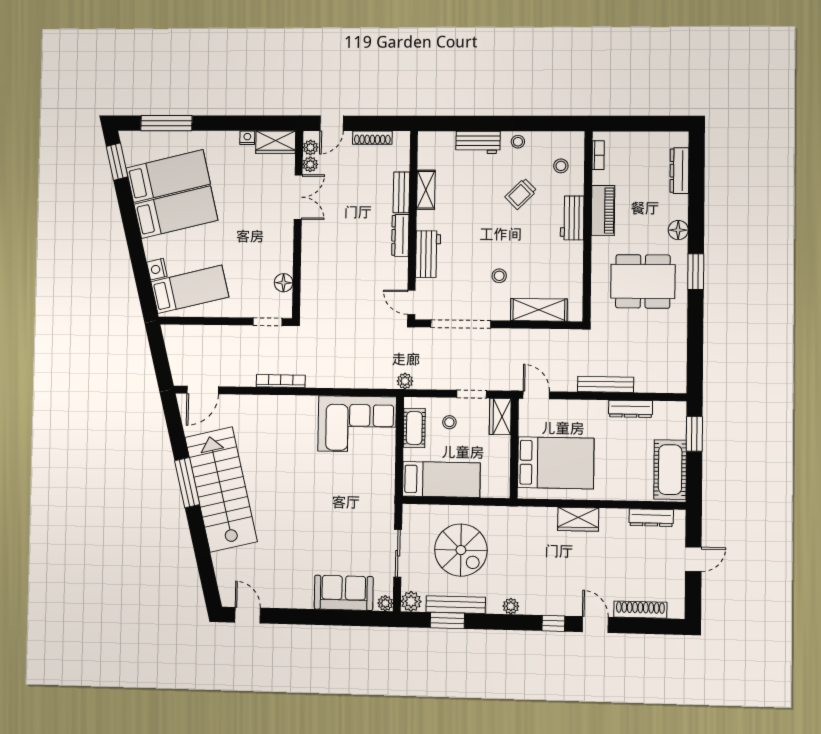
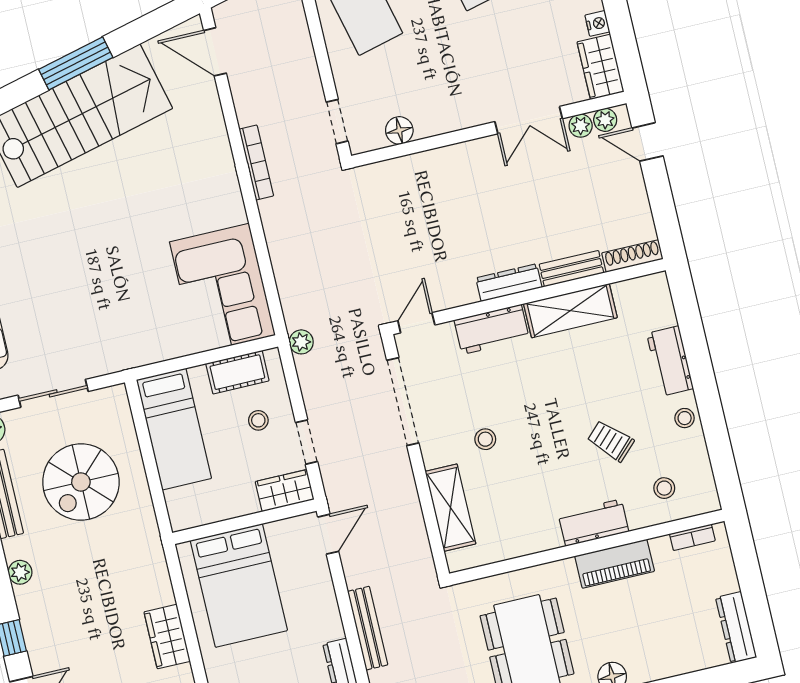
shoe rack: (372, 138) -> (632, 256), moved, turned 90
dresser: (679, 171) -> (736, 627), moved, turned -90
shelving: (426, 190) -> (570, 311), width x1.50, depth x1.33

